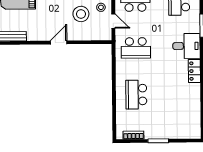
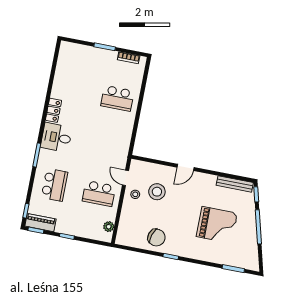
school desk: (136, 48) -> (108, 146), removed
school desk: (136, 95) -> (117, 98), turned 90

